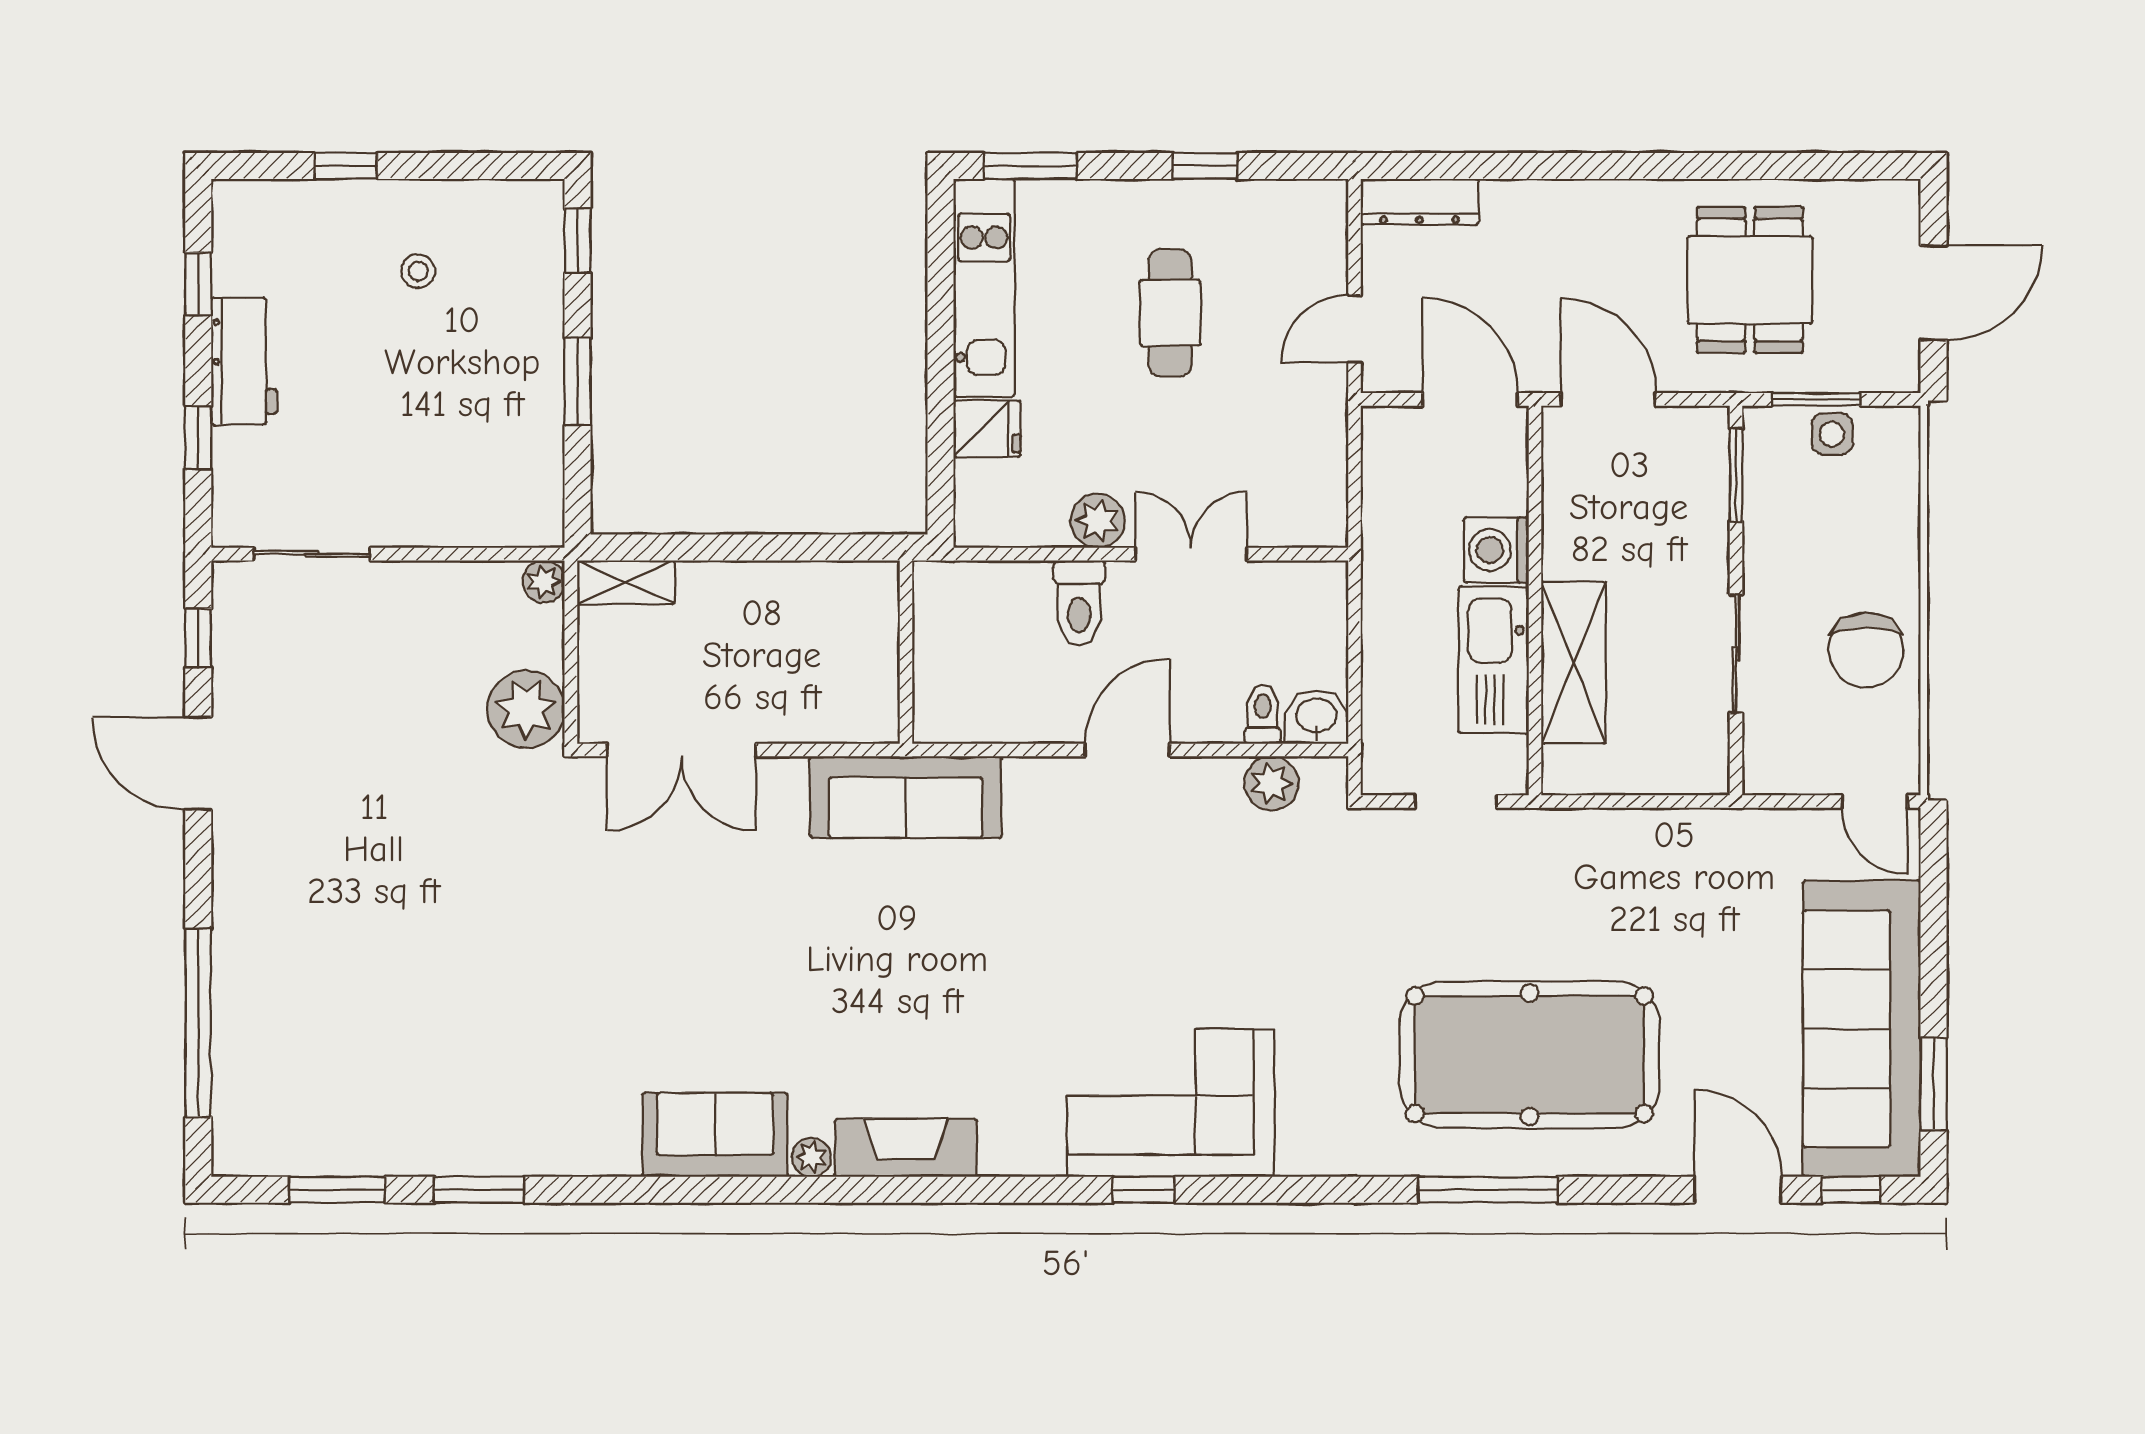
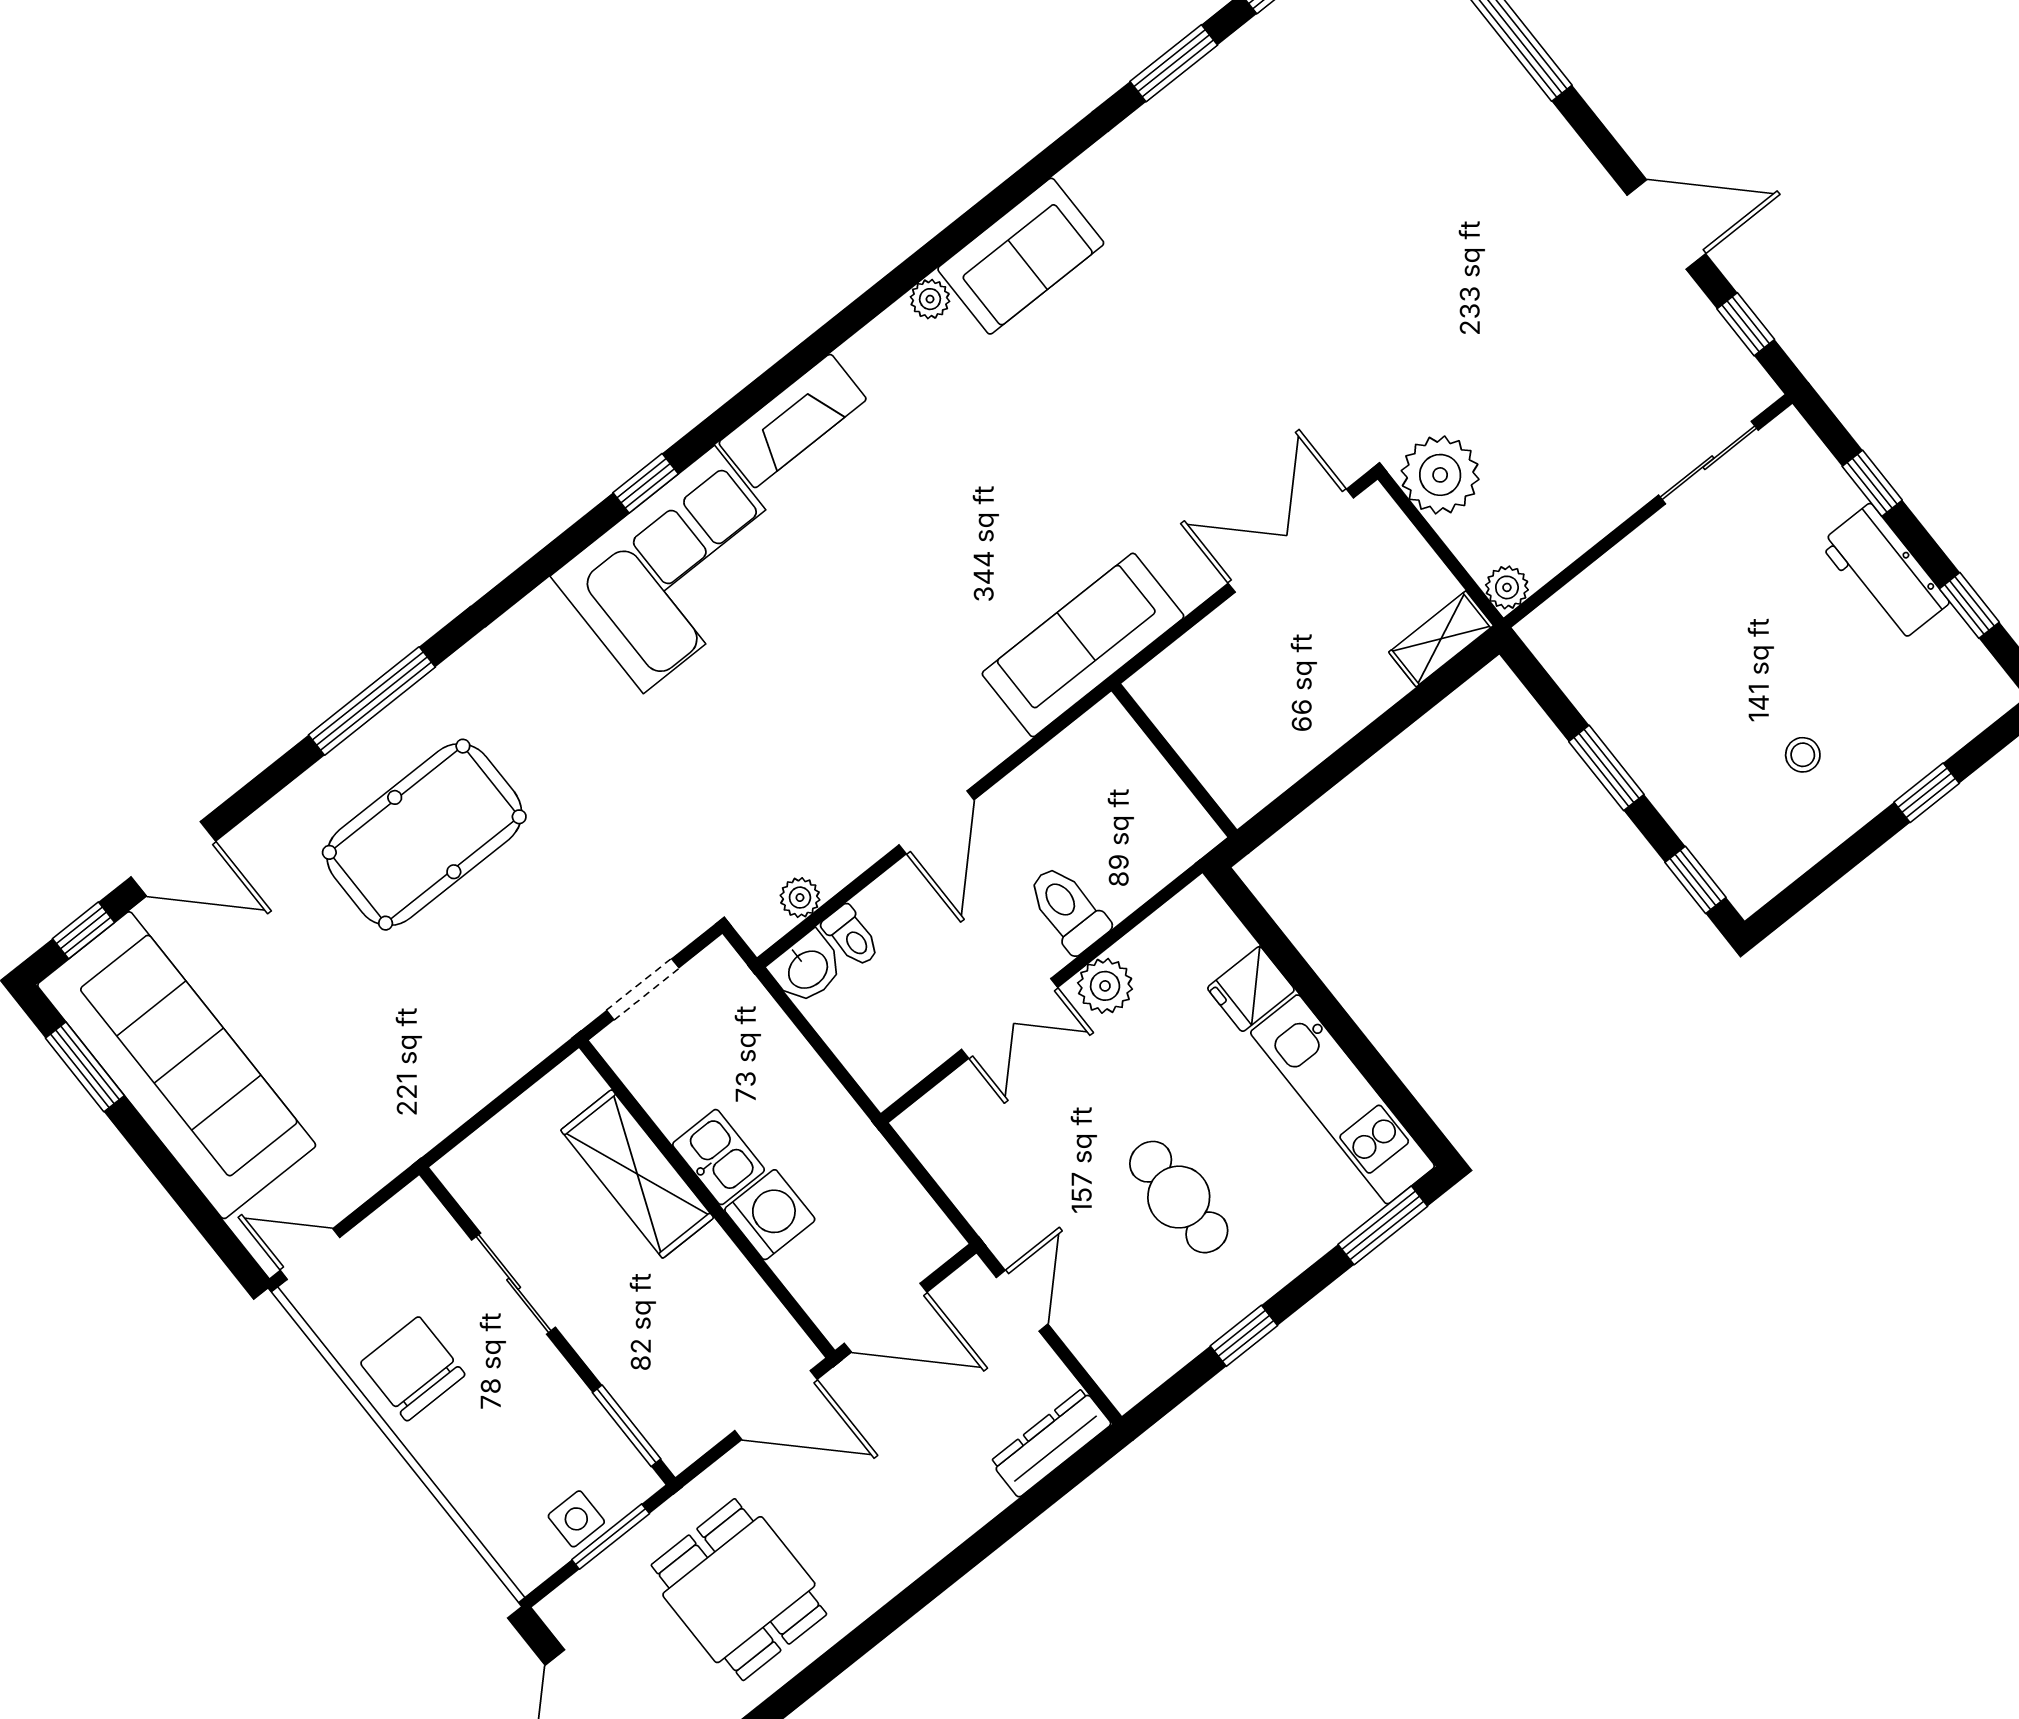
kitchen sink: (1494, 660) -> (719, 1157), width x0.53, depth x0.81
plant: (1271, 783) -> (800, 898), width x0.73, depth x0.73
pool table: (1530, 1055) -> (424, 835), width x0.73, depth x0.76
fireplace: (906, 1148) -> (793, 421), moved

